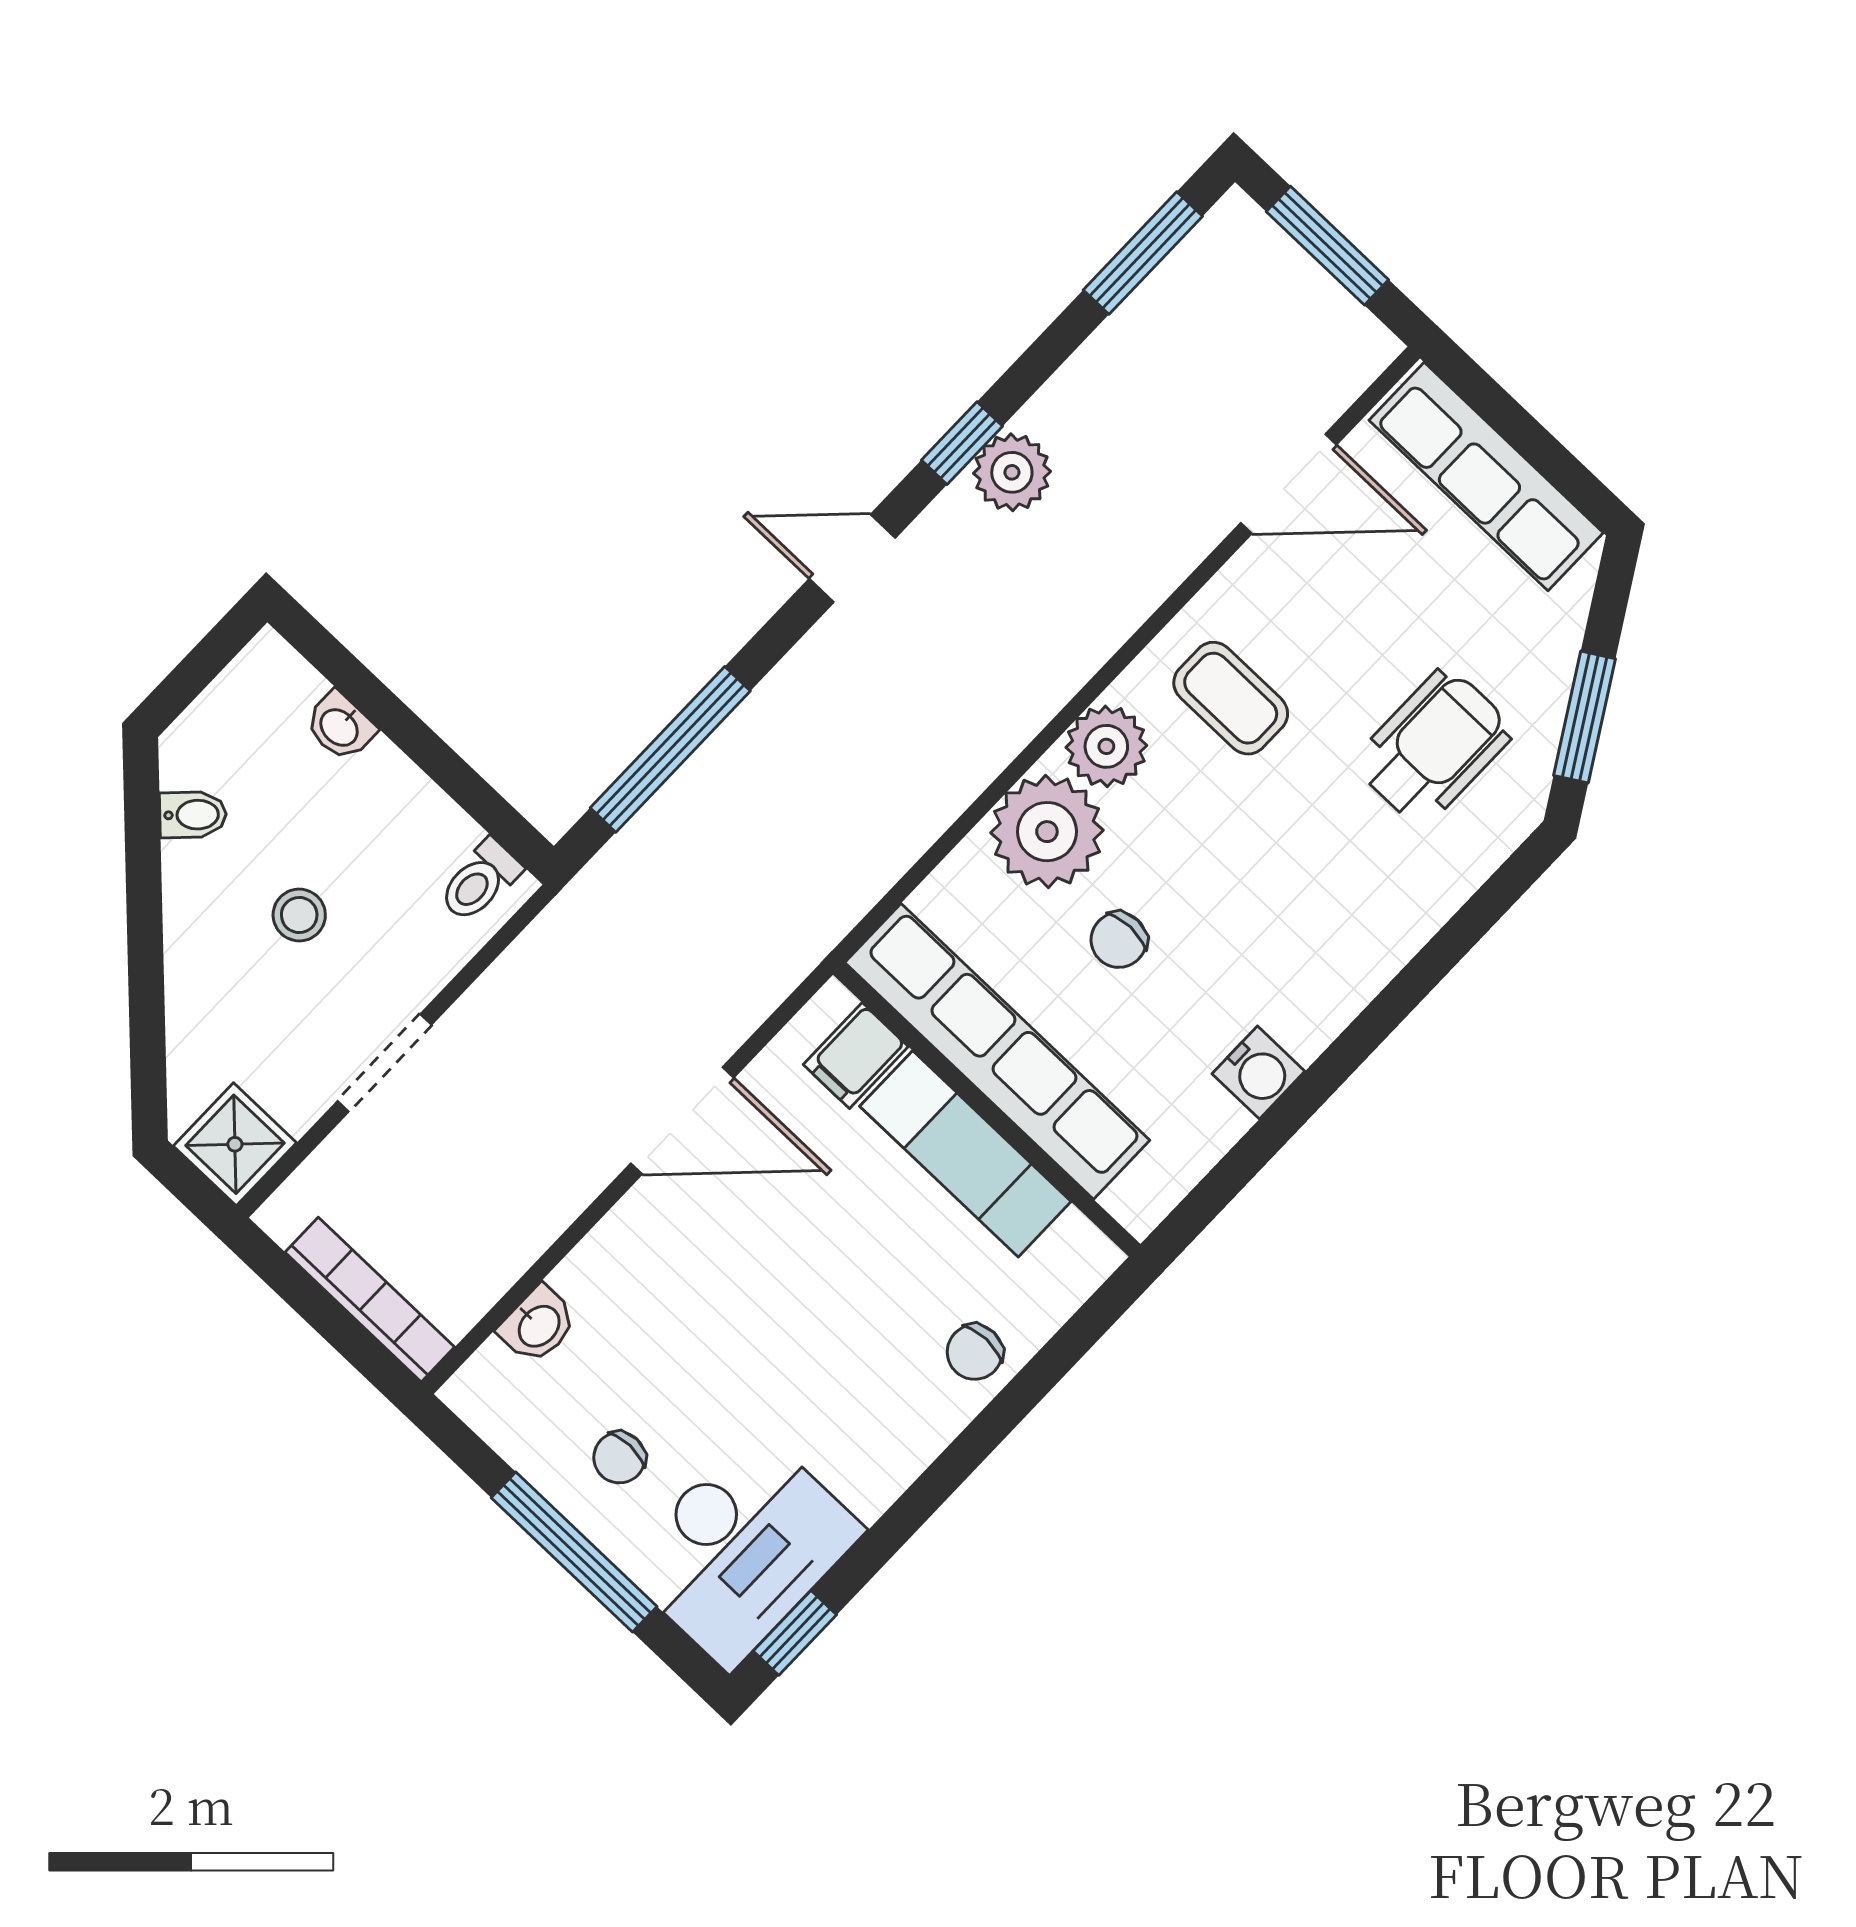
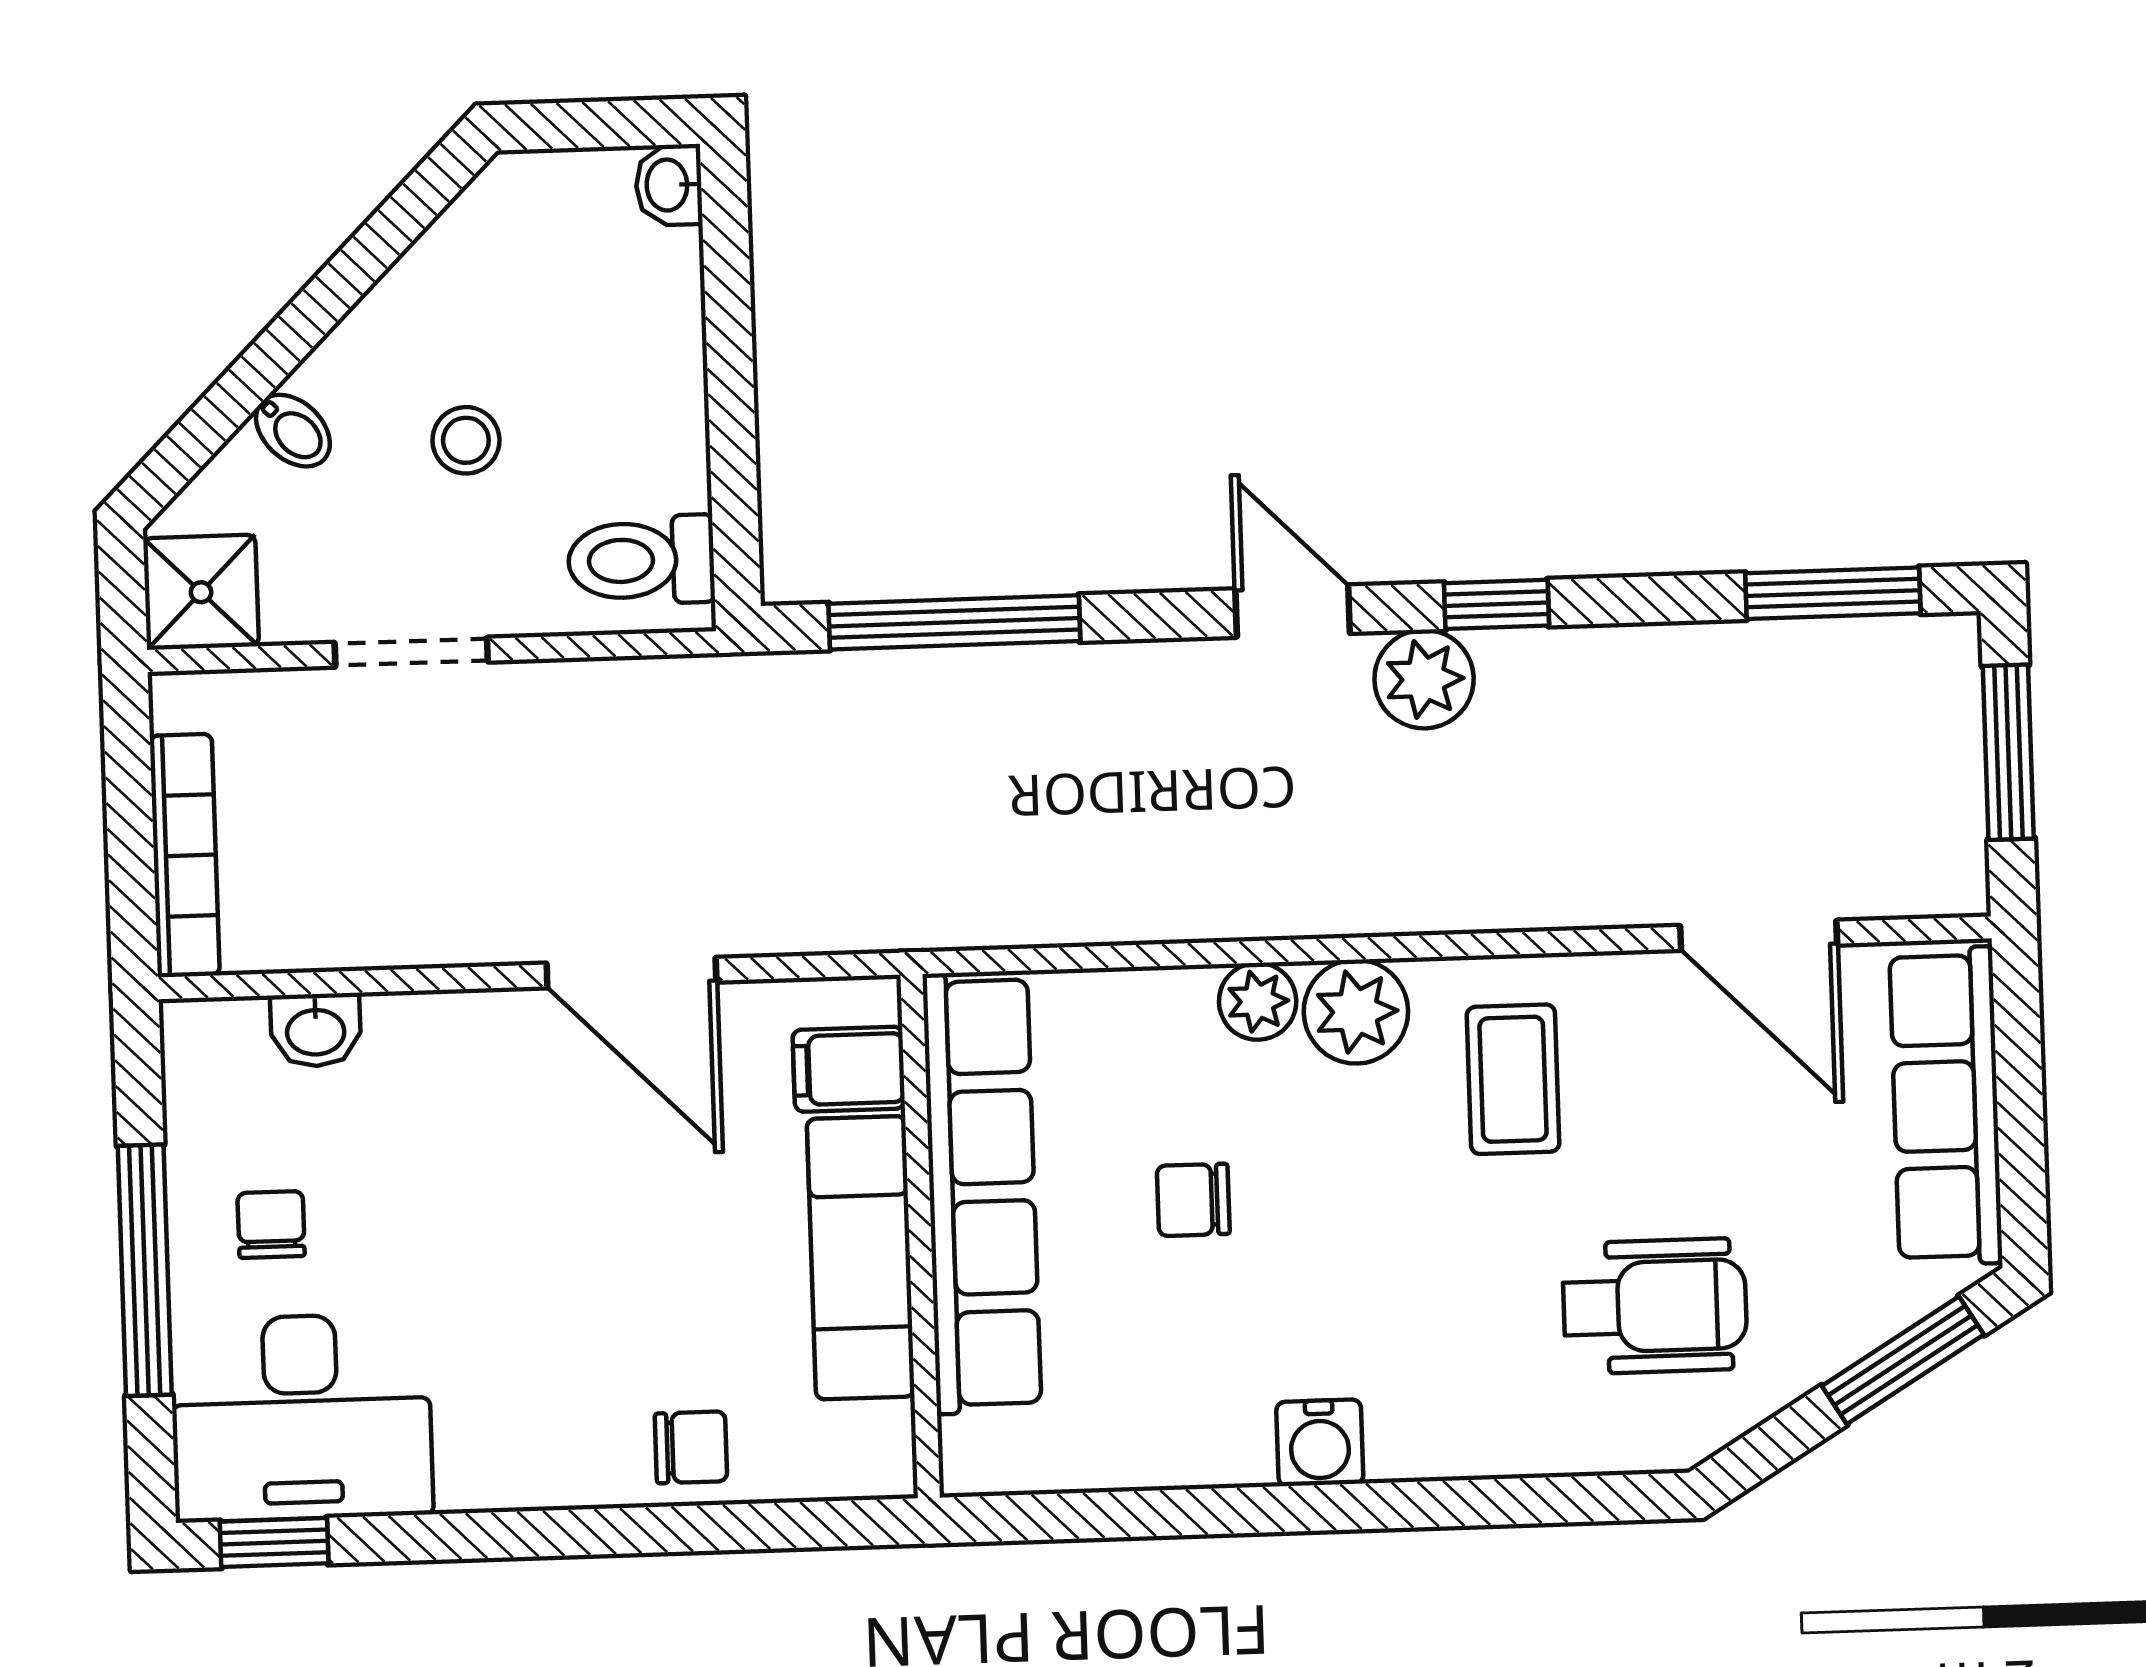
plant: (1012, 472) -> (1424, 679), moved
window: (1584, 717) -> (1903, 1360), moved
washbasin: (340, 726) -> (669, 185), moved
bidet: (193, 815) -> (293, 431), moved
plant: (1047, 832) -> (1258, 1001), width x0.53, depth x0.53
toilet: (480, 881) -> (641, 560), width x1.37, depth x1.39
water cooler: (1258, 1073) -> (1320, 1443), moved
chair: (975, 1352) -> (691, 1447), turned 180
chair: (619, 1458) -> (271, 1224), turned 90

